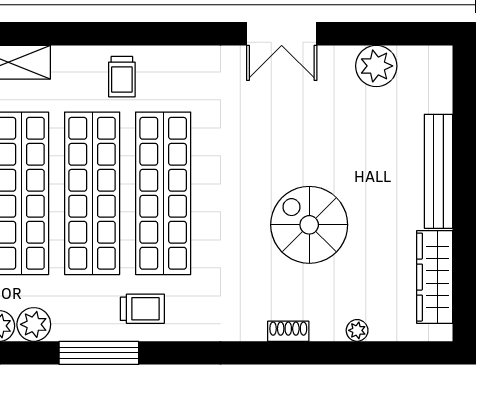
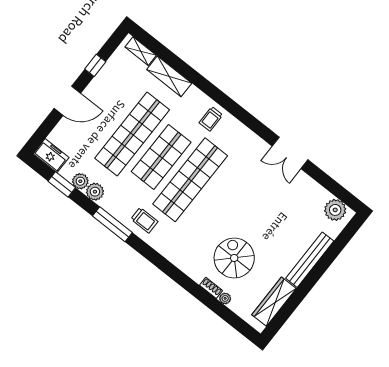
plant: (376, 66) -> (335, 210), moved
shop shelf: (92, 193) -> (161, 157), width x0.71
spiral stairs: (309, 225) -> (234, 258), moved
shoe rack: (288, 331) -> (211, 288), moved

